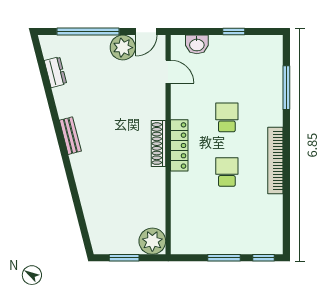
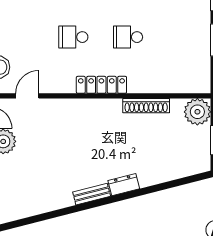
dresser: (55, 72) -> (124, 185), moved
shoe rack: (158, 144) -> (146, 106), moved

